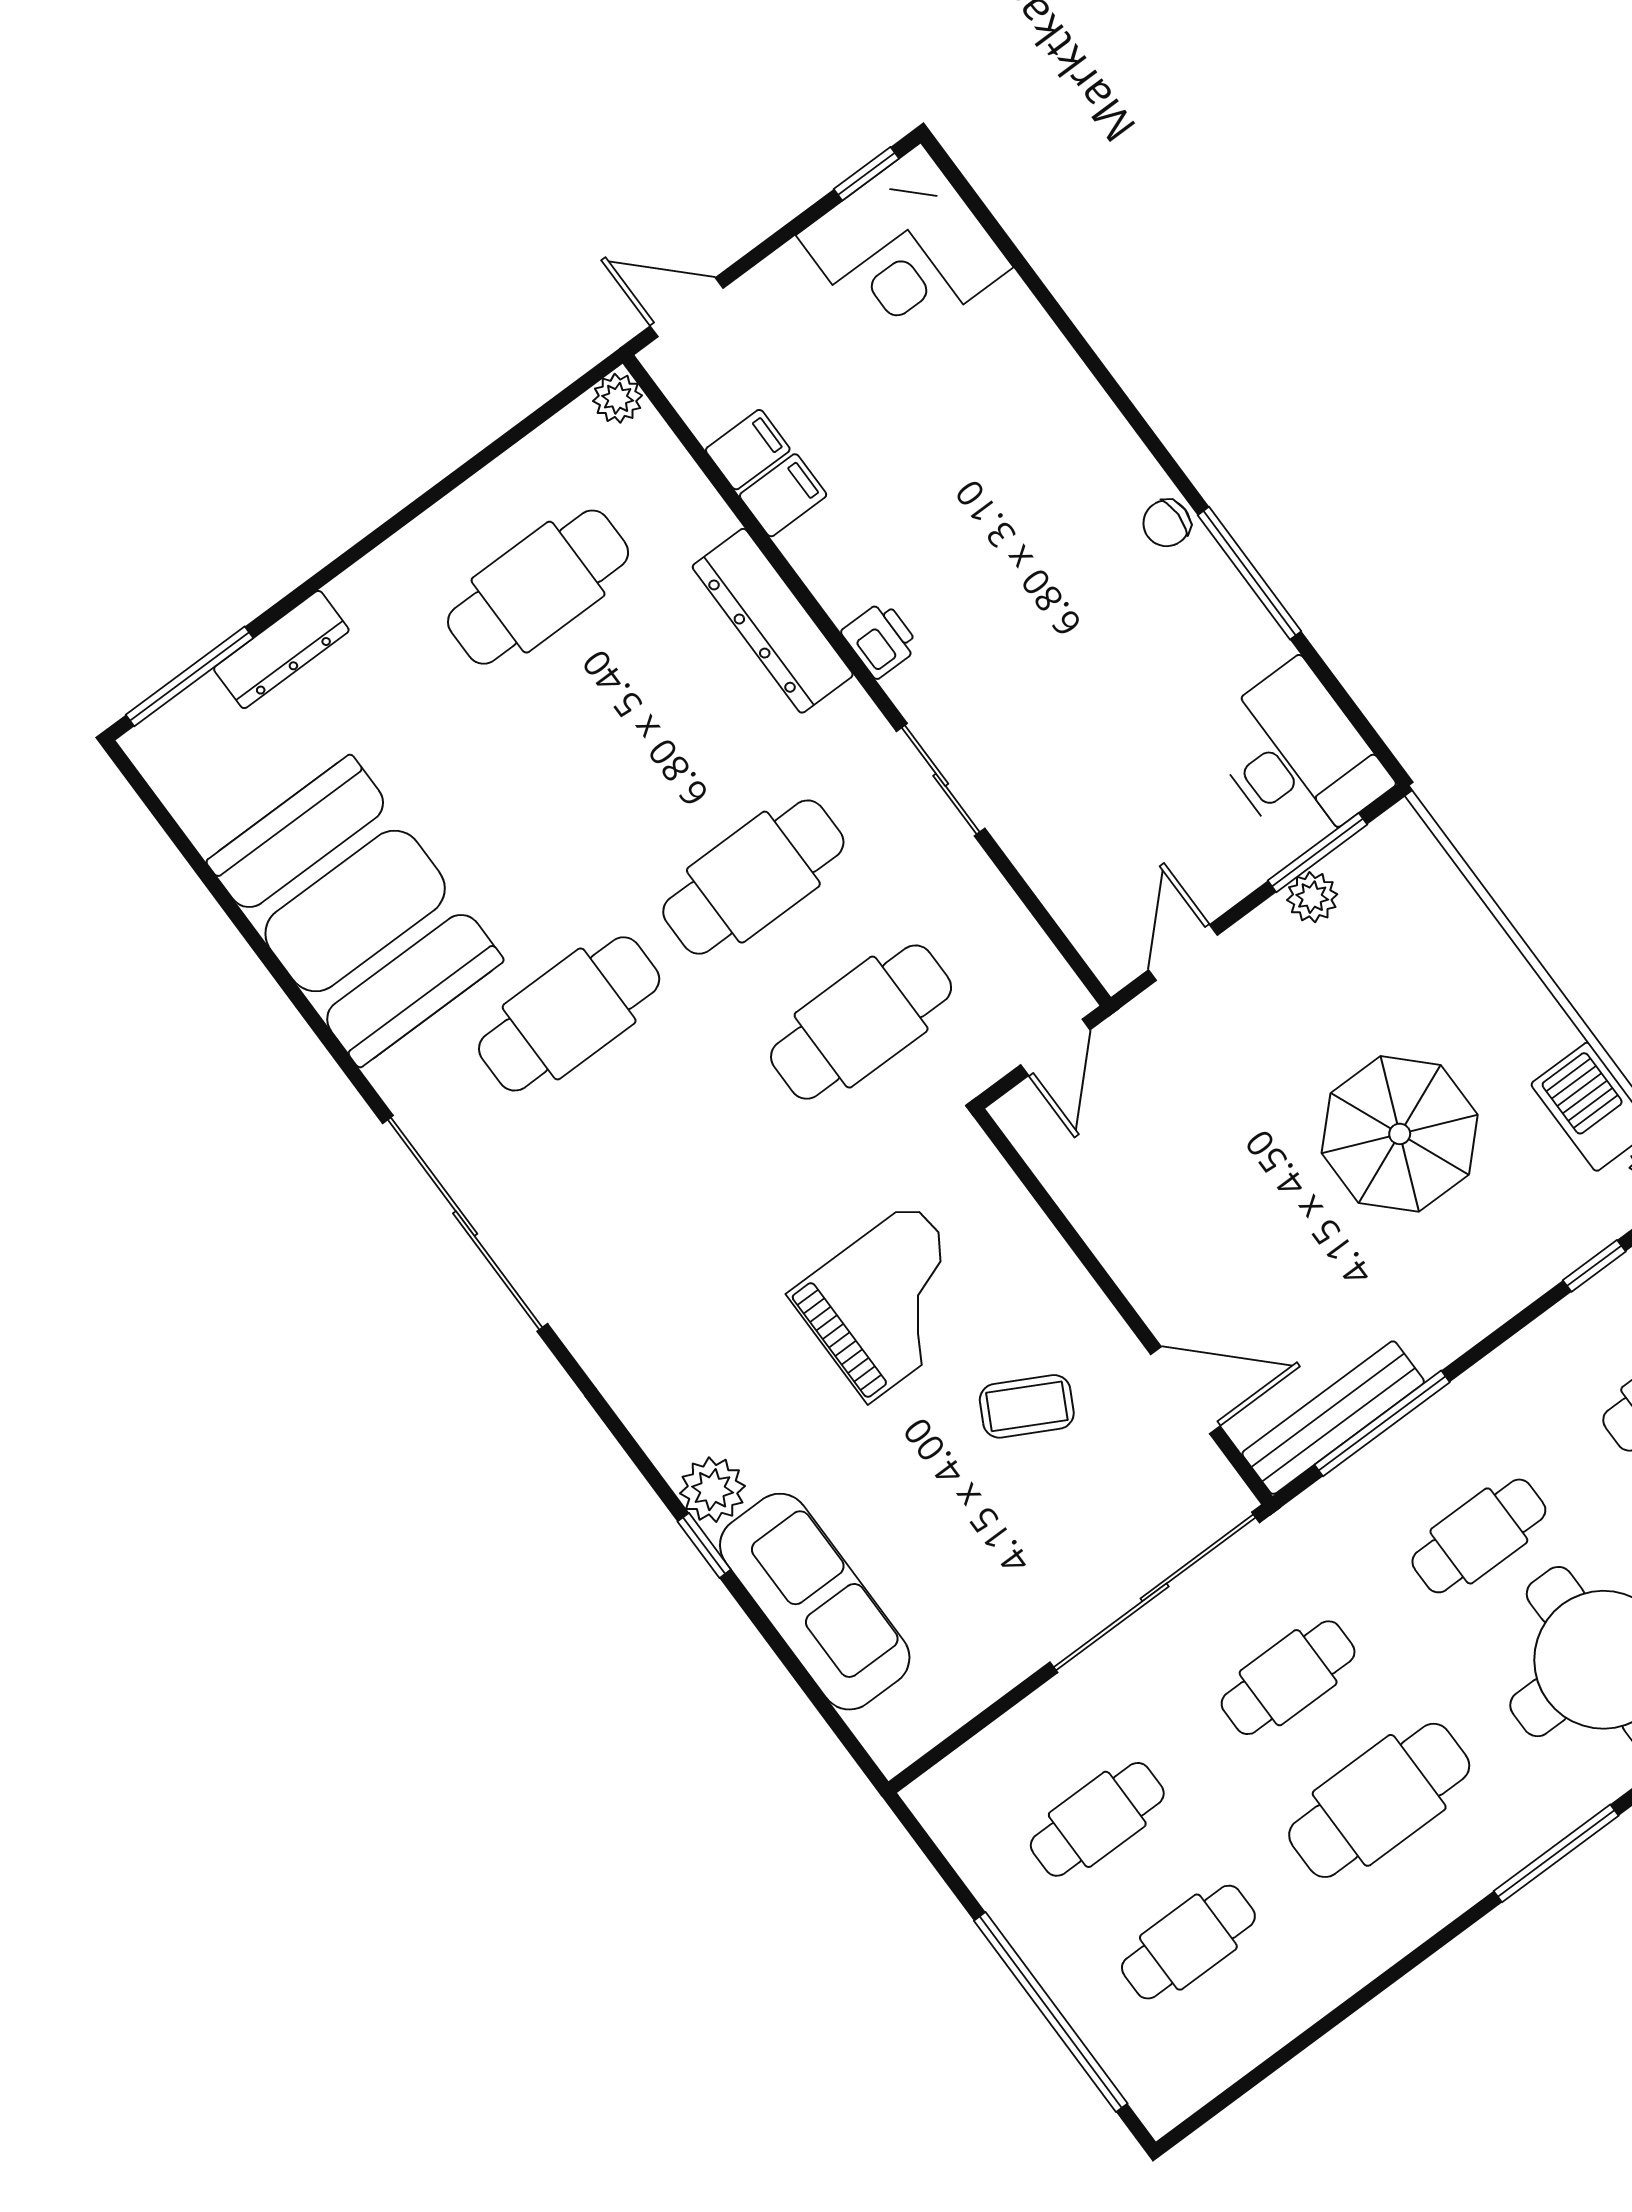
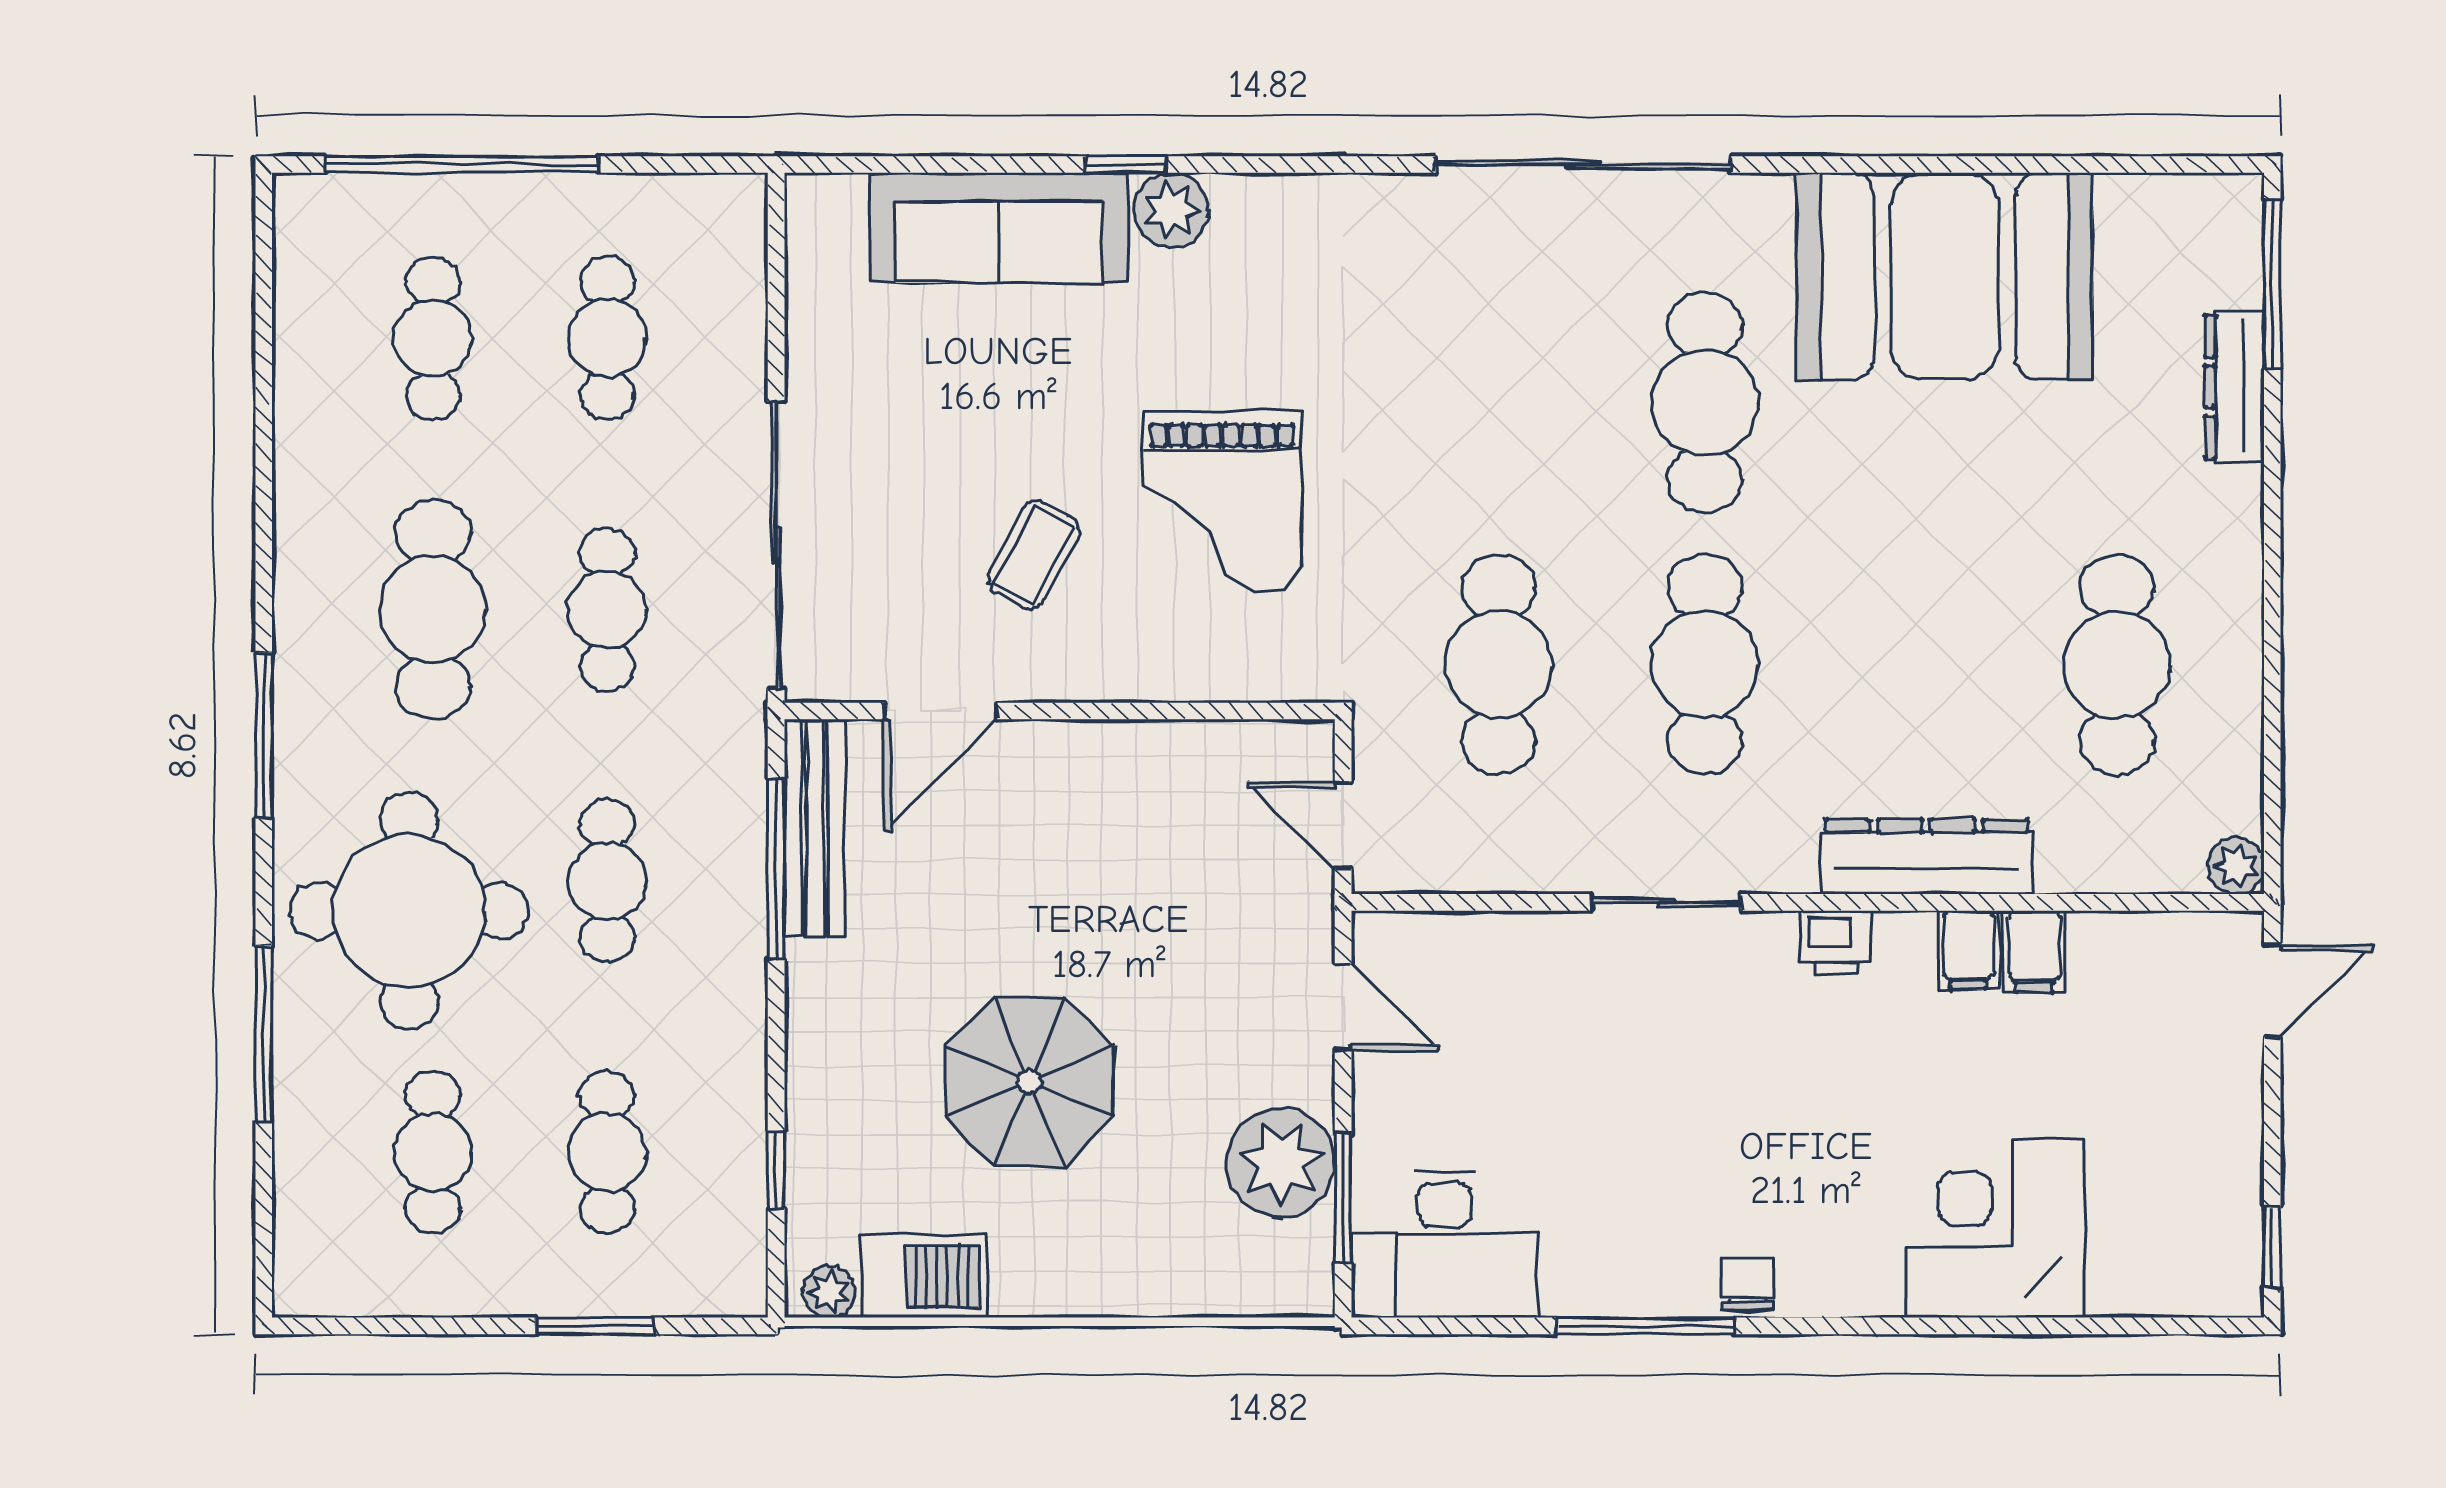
corner desk: (905, 251) -> (1995, 1229), moved
filing cabinet: (748, 450) -> (1968, 950), moved
plant: (1312, 897) -> (1281, 1163), width x1.88, depth x1.88

